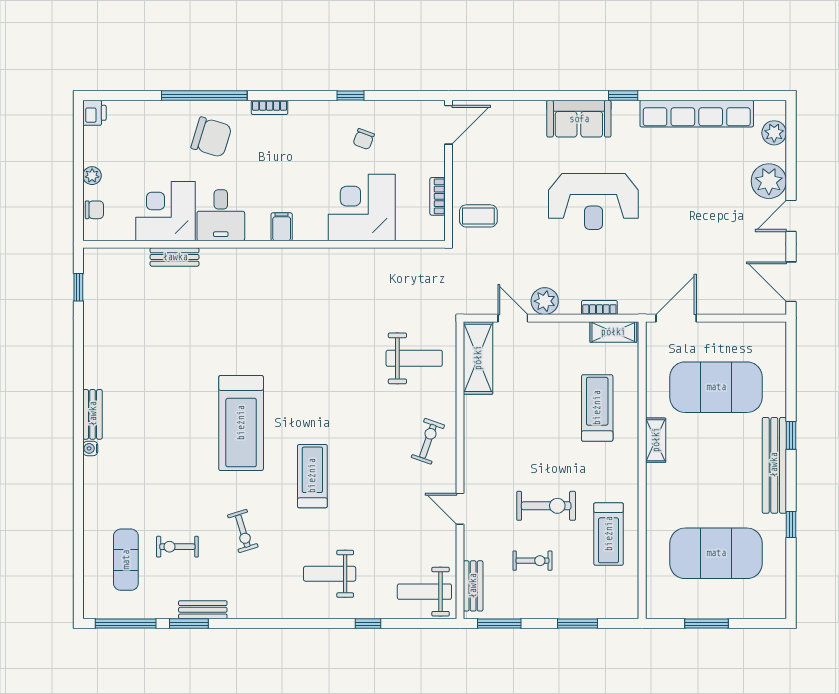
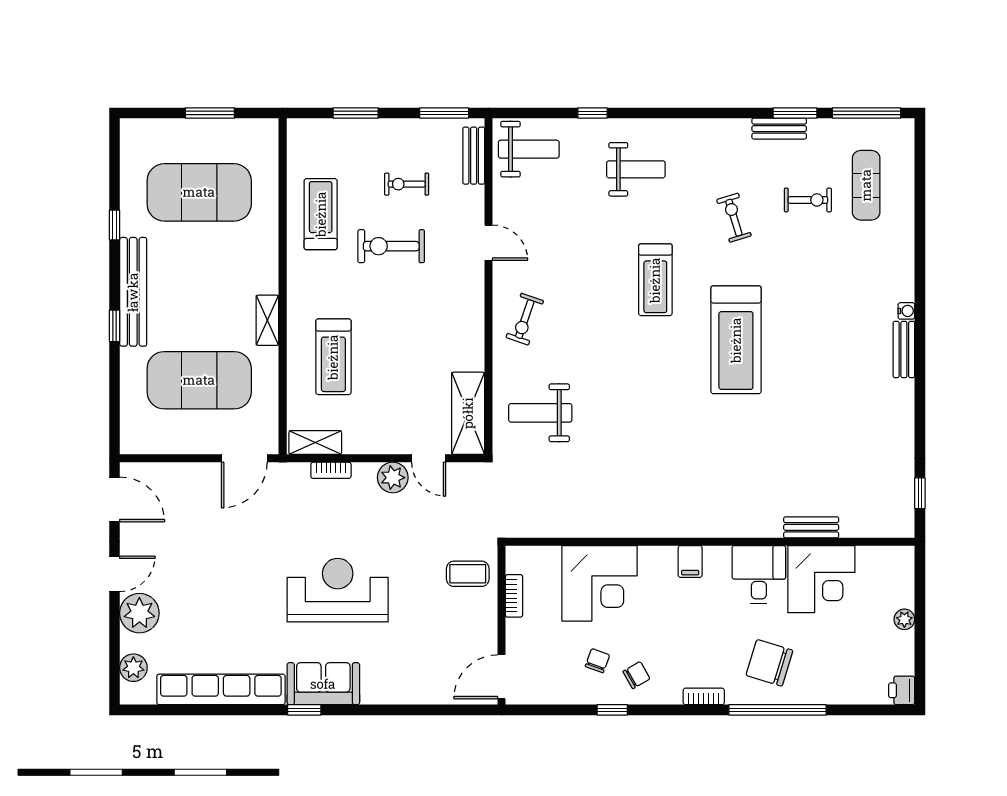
sofa: (579, 119) -> (323, 684), moved
chair: (94, 210) -> (636, 675), moved, turned 150
treadmill: (241, 423) -> (736, 340), turned 180

